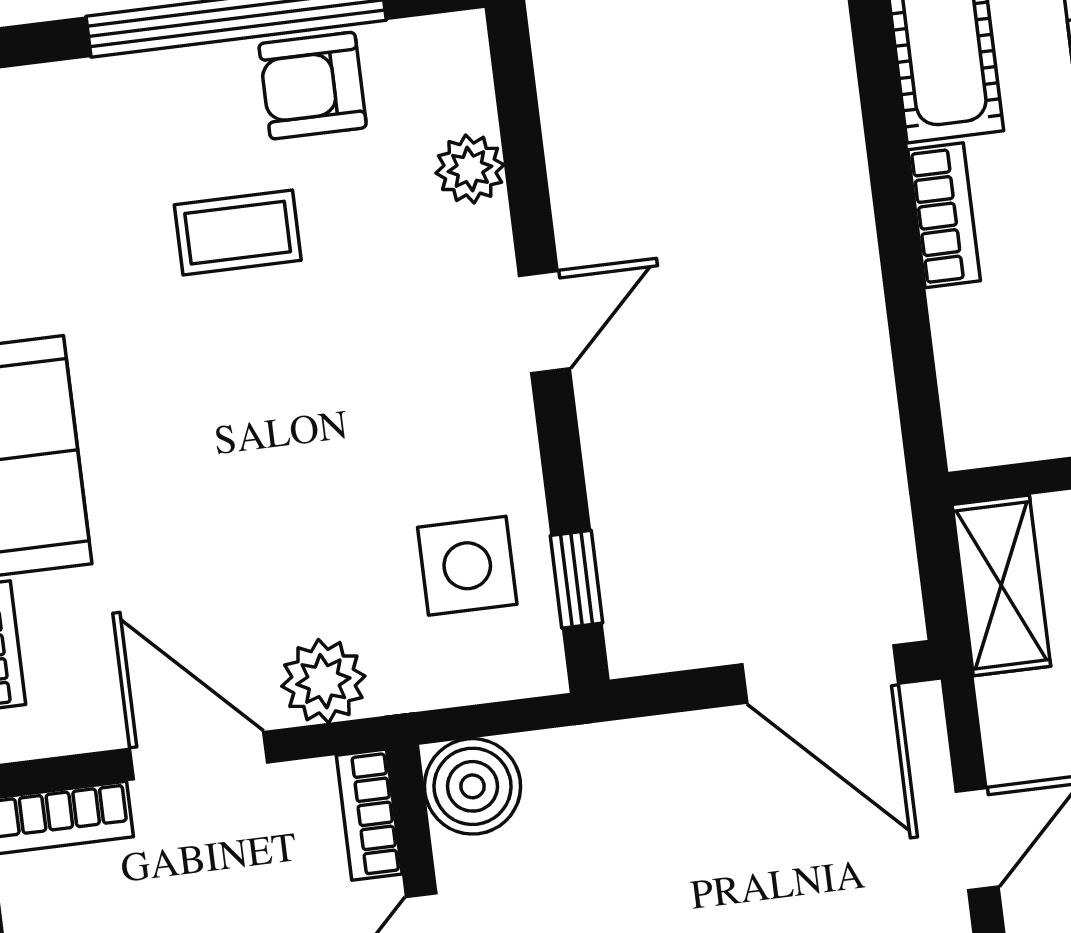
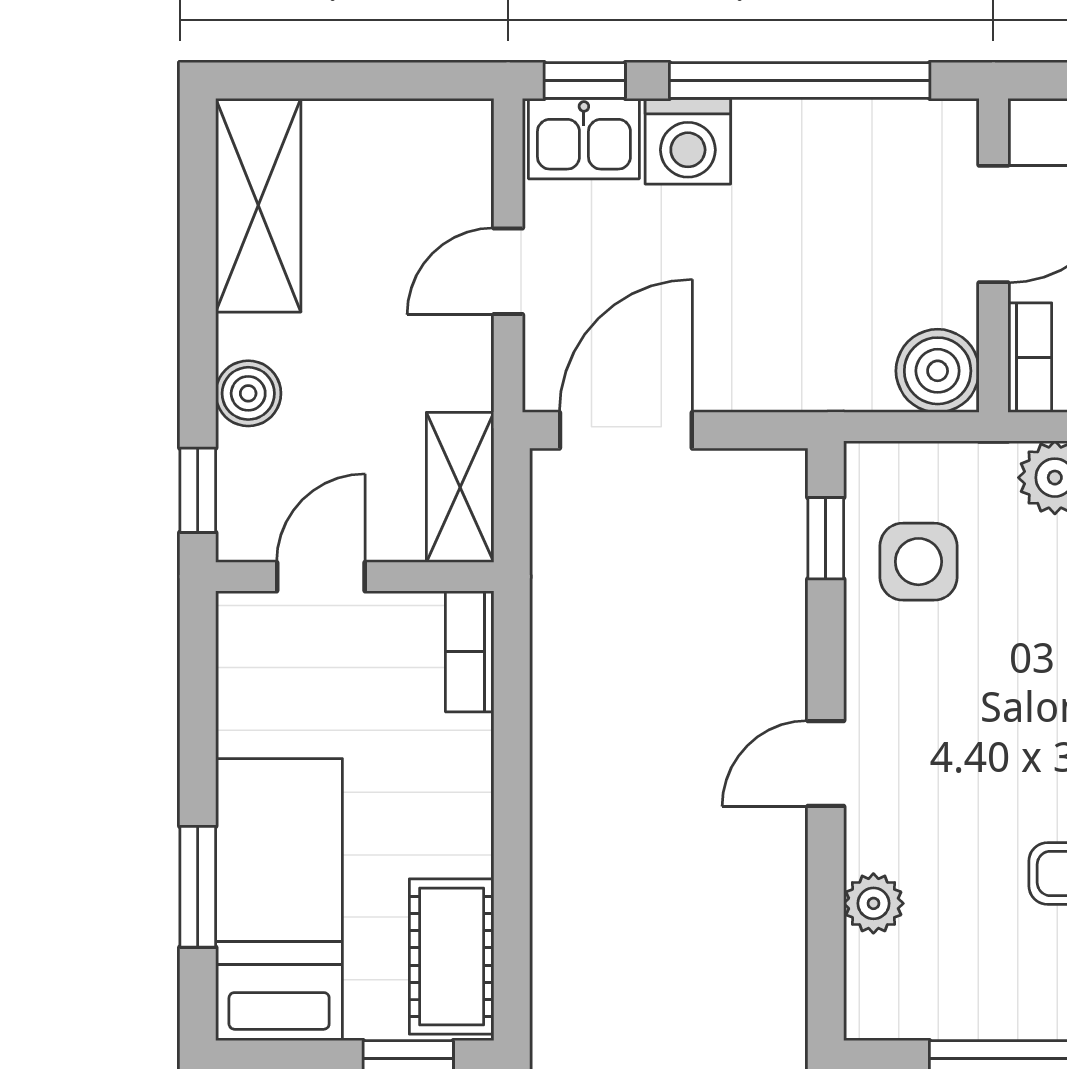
armchair: (313, 86) -> (1000, 992), removed
bookcase: (944, 215) -> (470, 651), moved
door: (820, 674) -> (626, 430), hinge flipped

